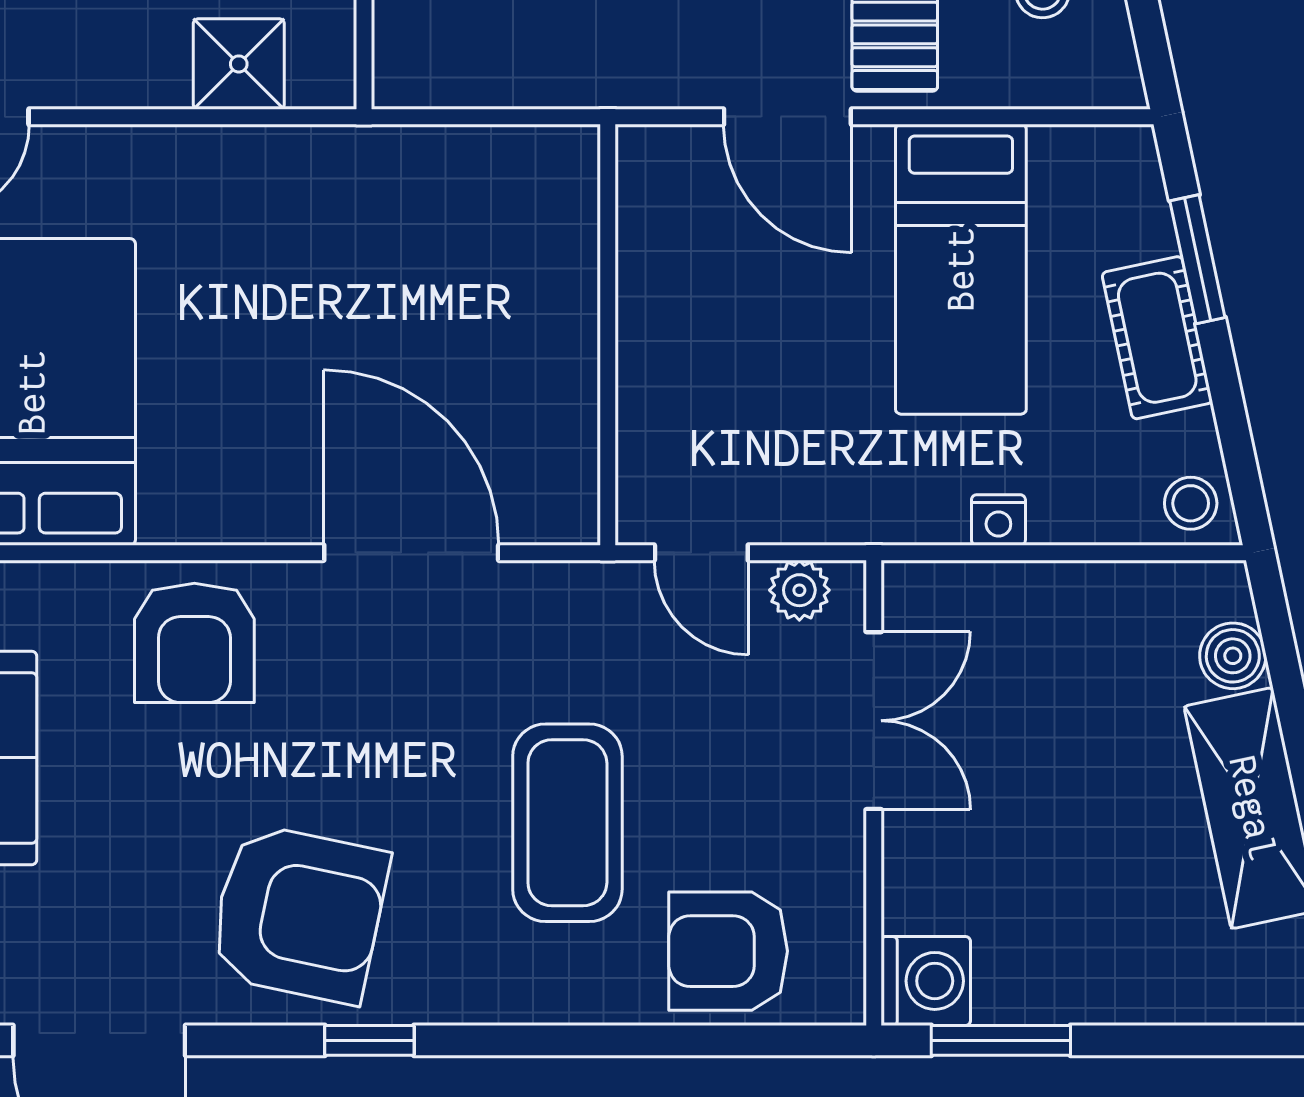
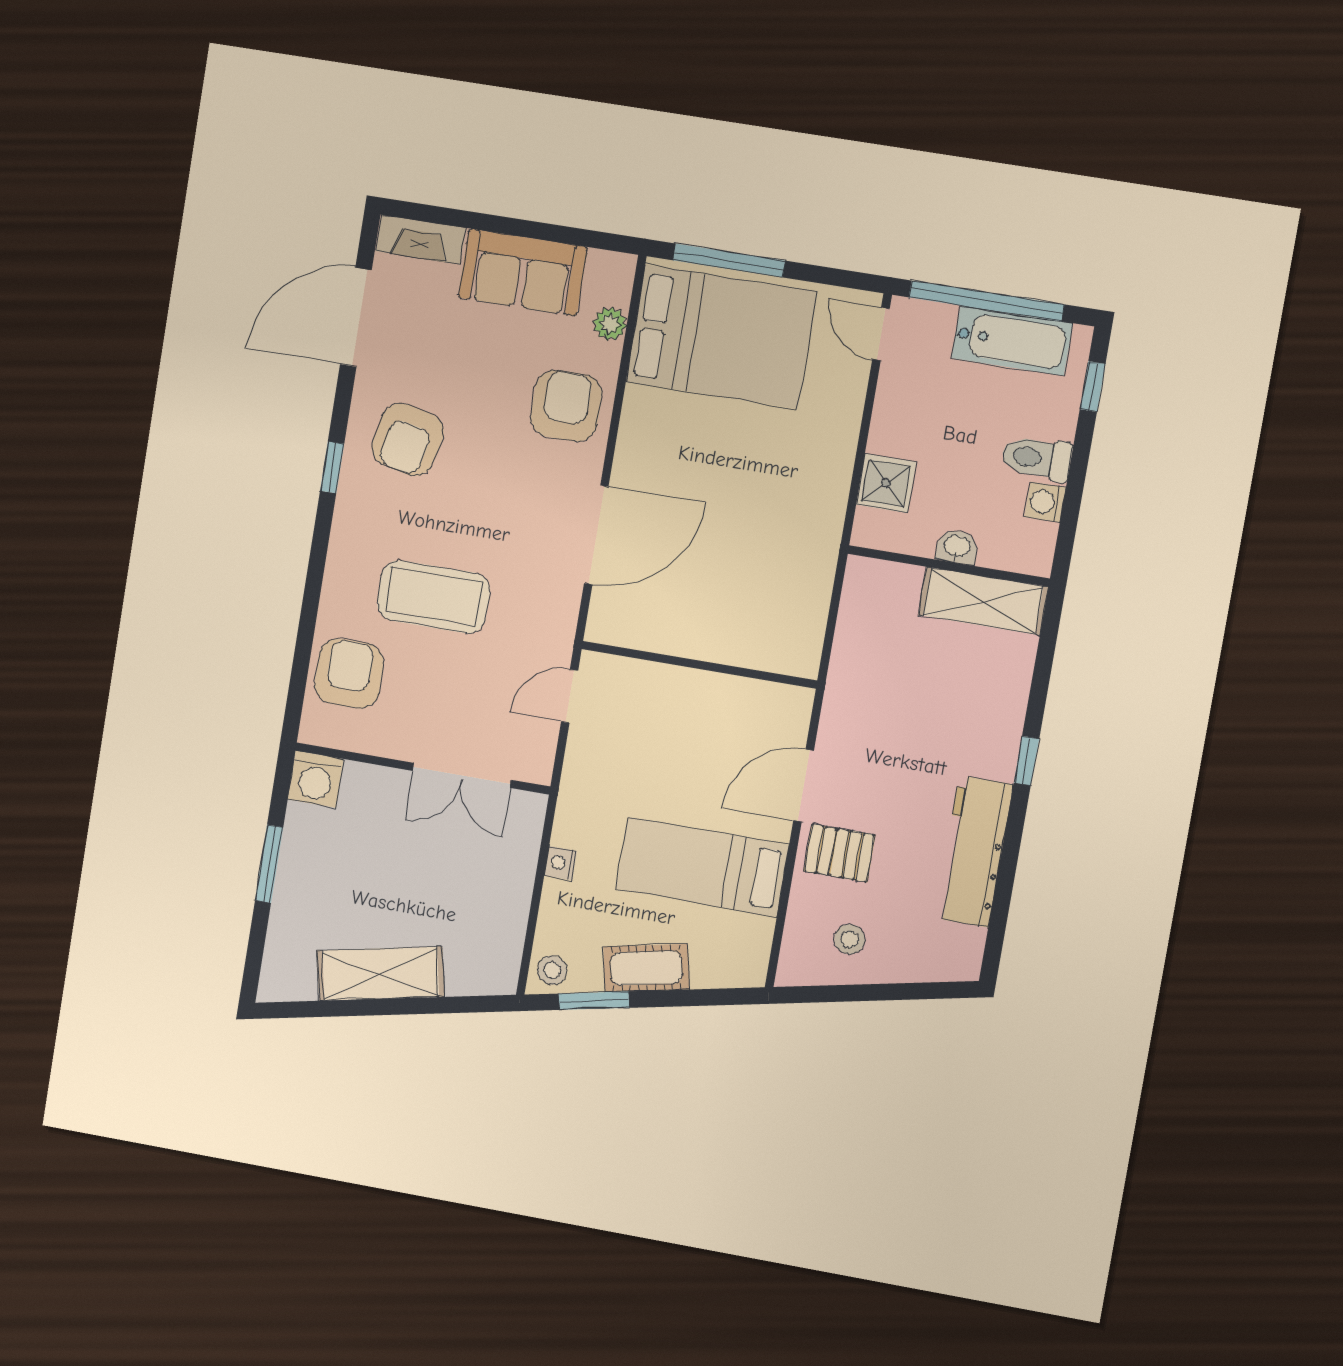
window: (1197, 259) -> (594, 1001), moved
plant: (799, 590) -> (610, 324), moved
armchair: (194, 643) -> (566, 406), turned 90
boiler: (1233, 656) -> (465, 978), removed
armchair: (299, 914) -> (408, 440), width x0.73, depth x0.73
window: (1001, 1040) -> (269, 864), moved

